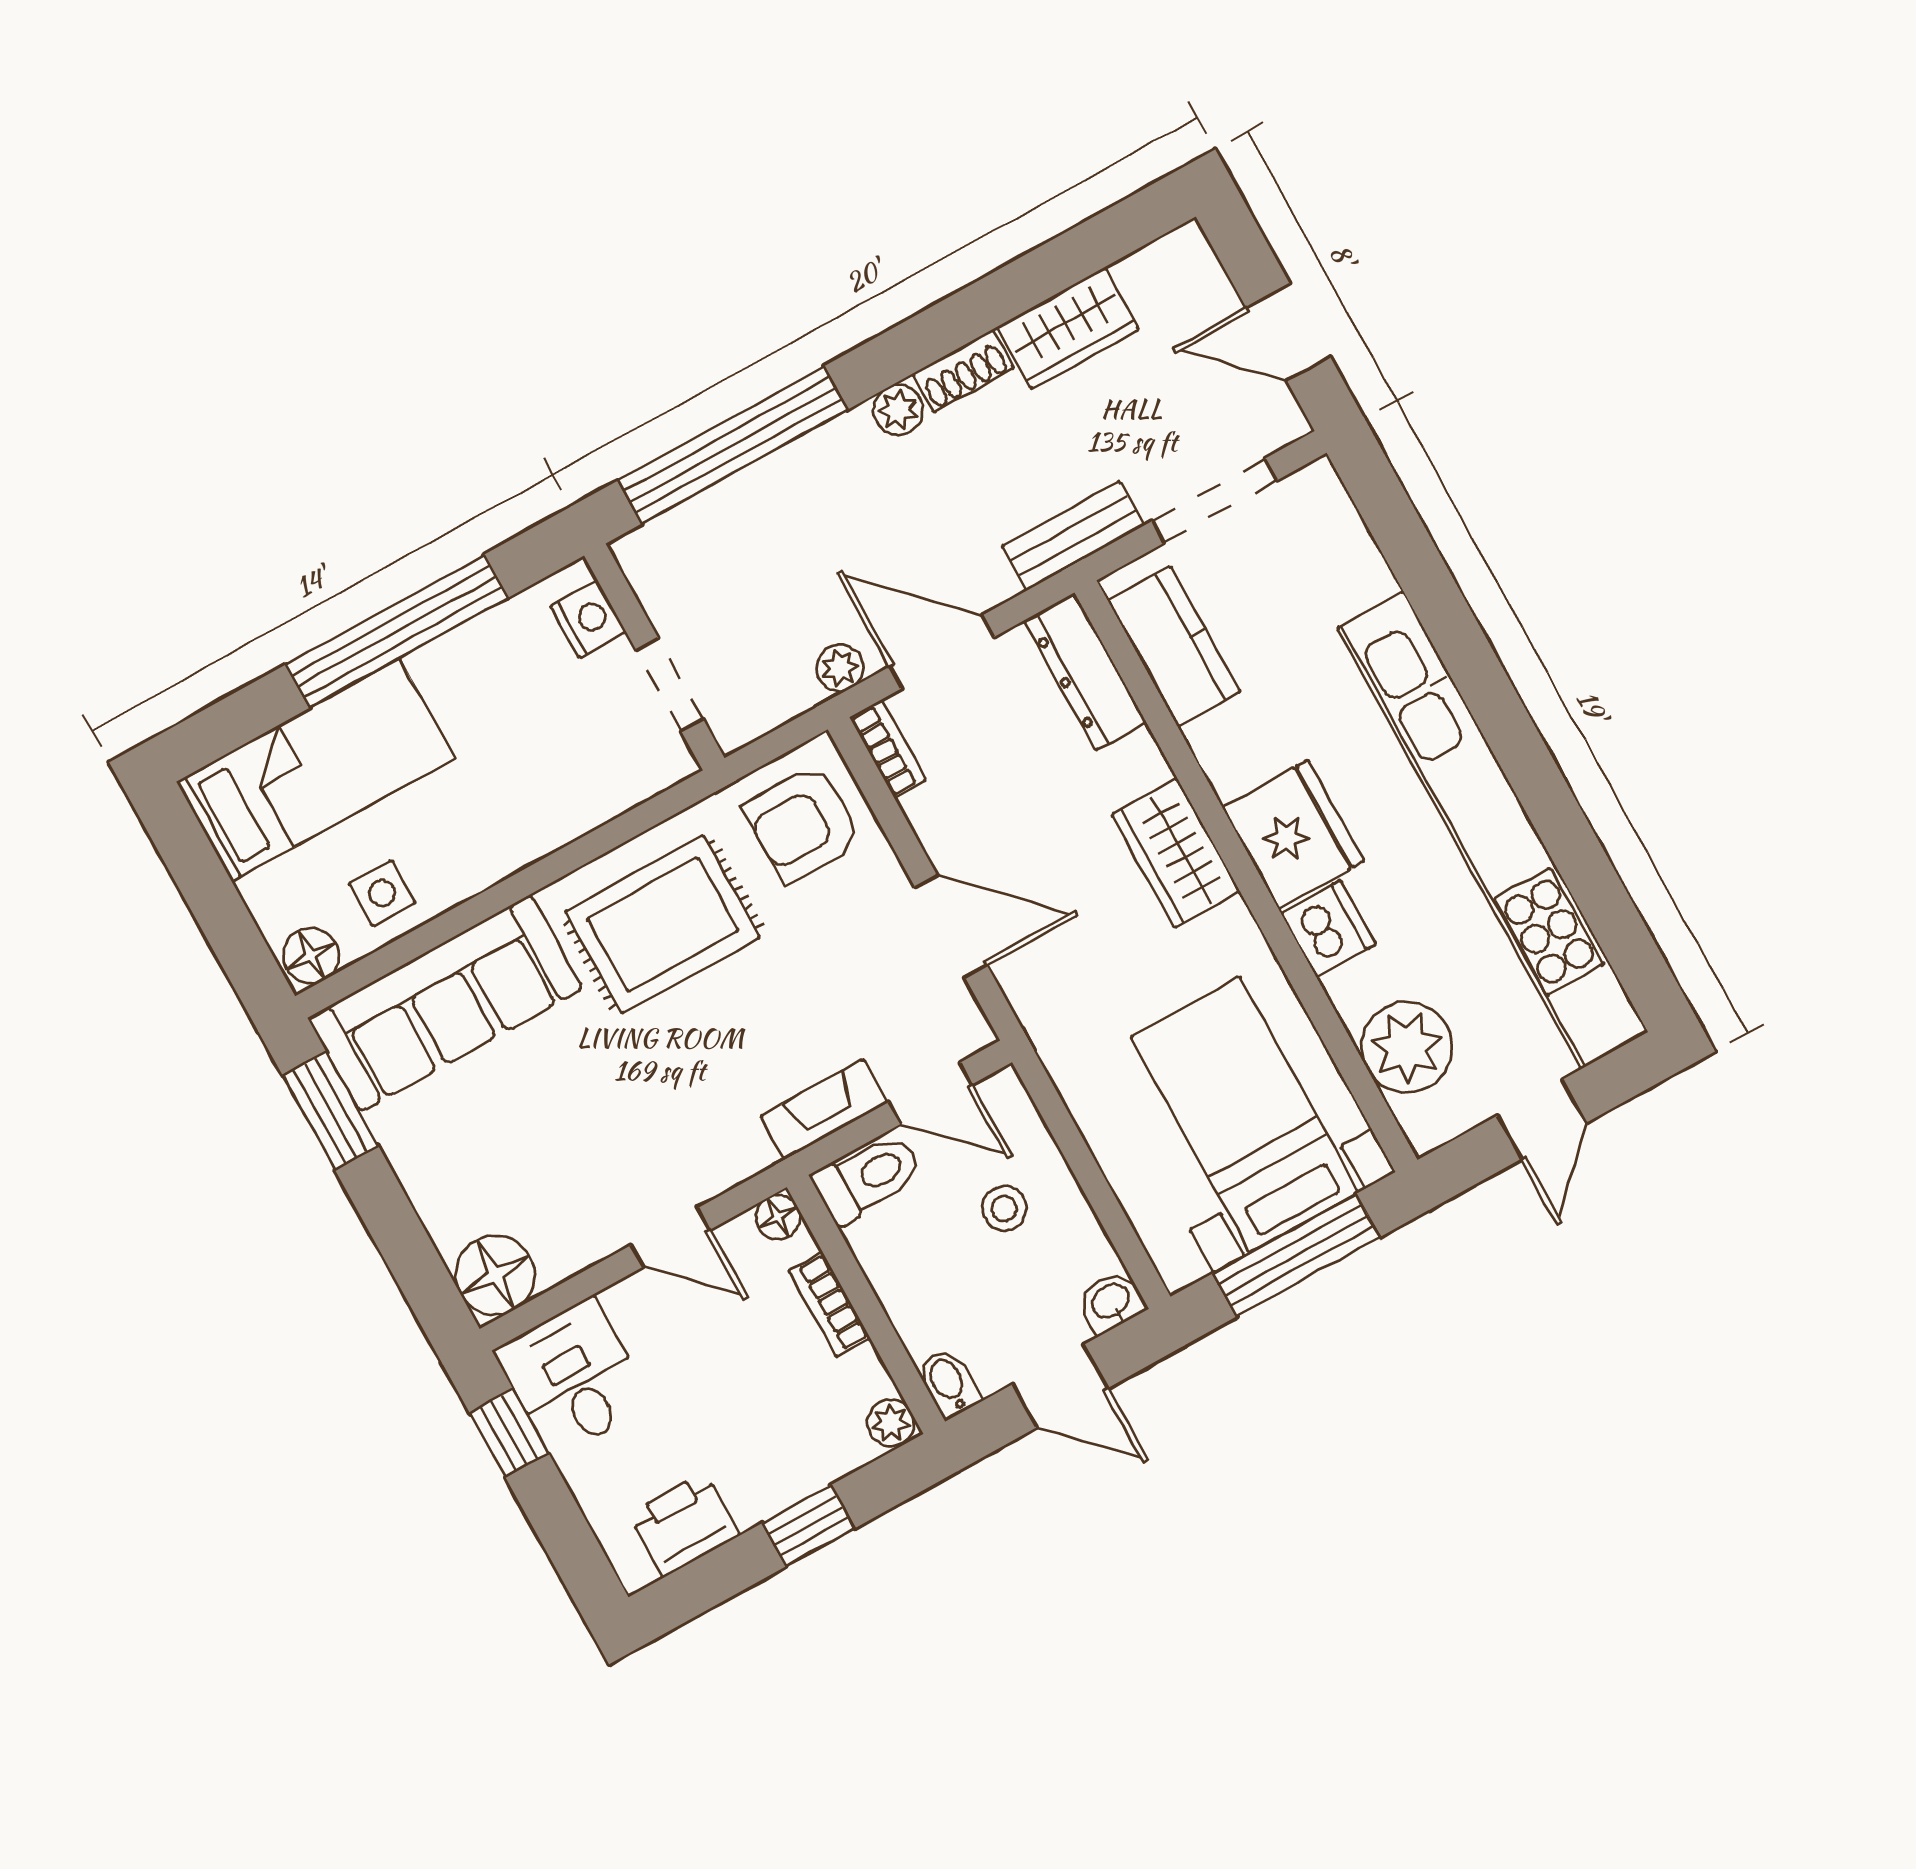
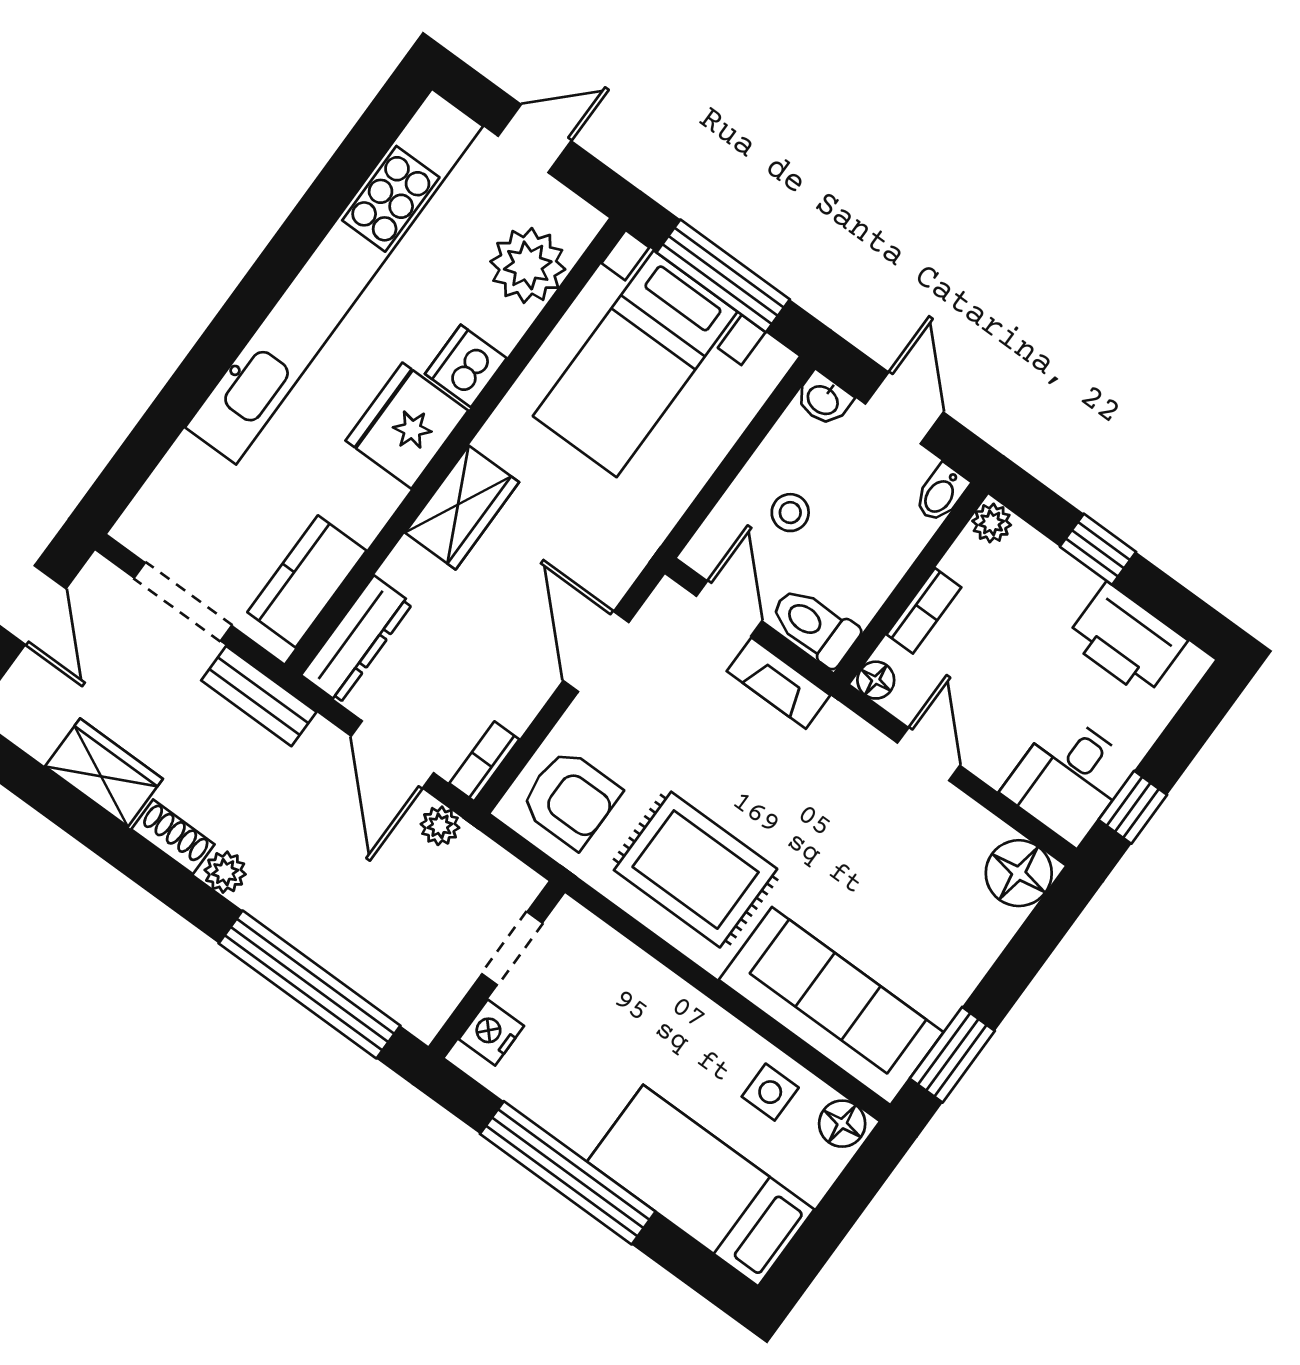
printer: (684, 1525) -> (1126, 640), width x1.37, depth x1.19

